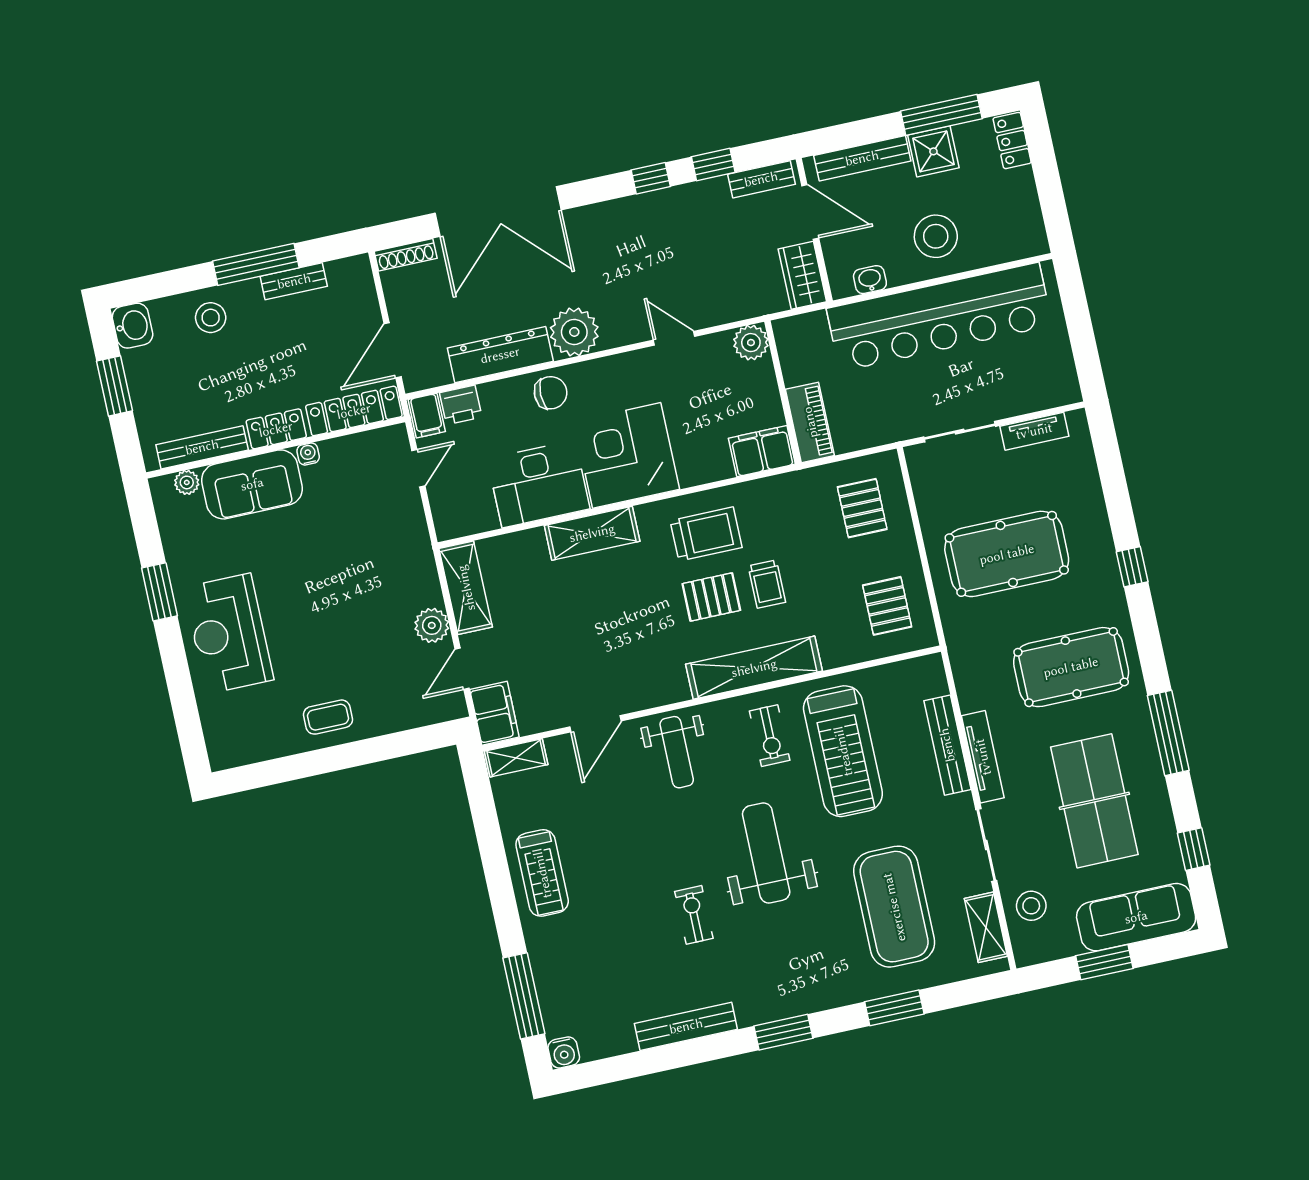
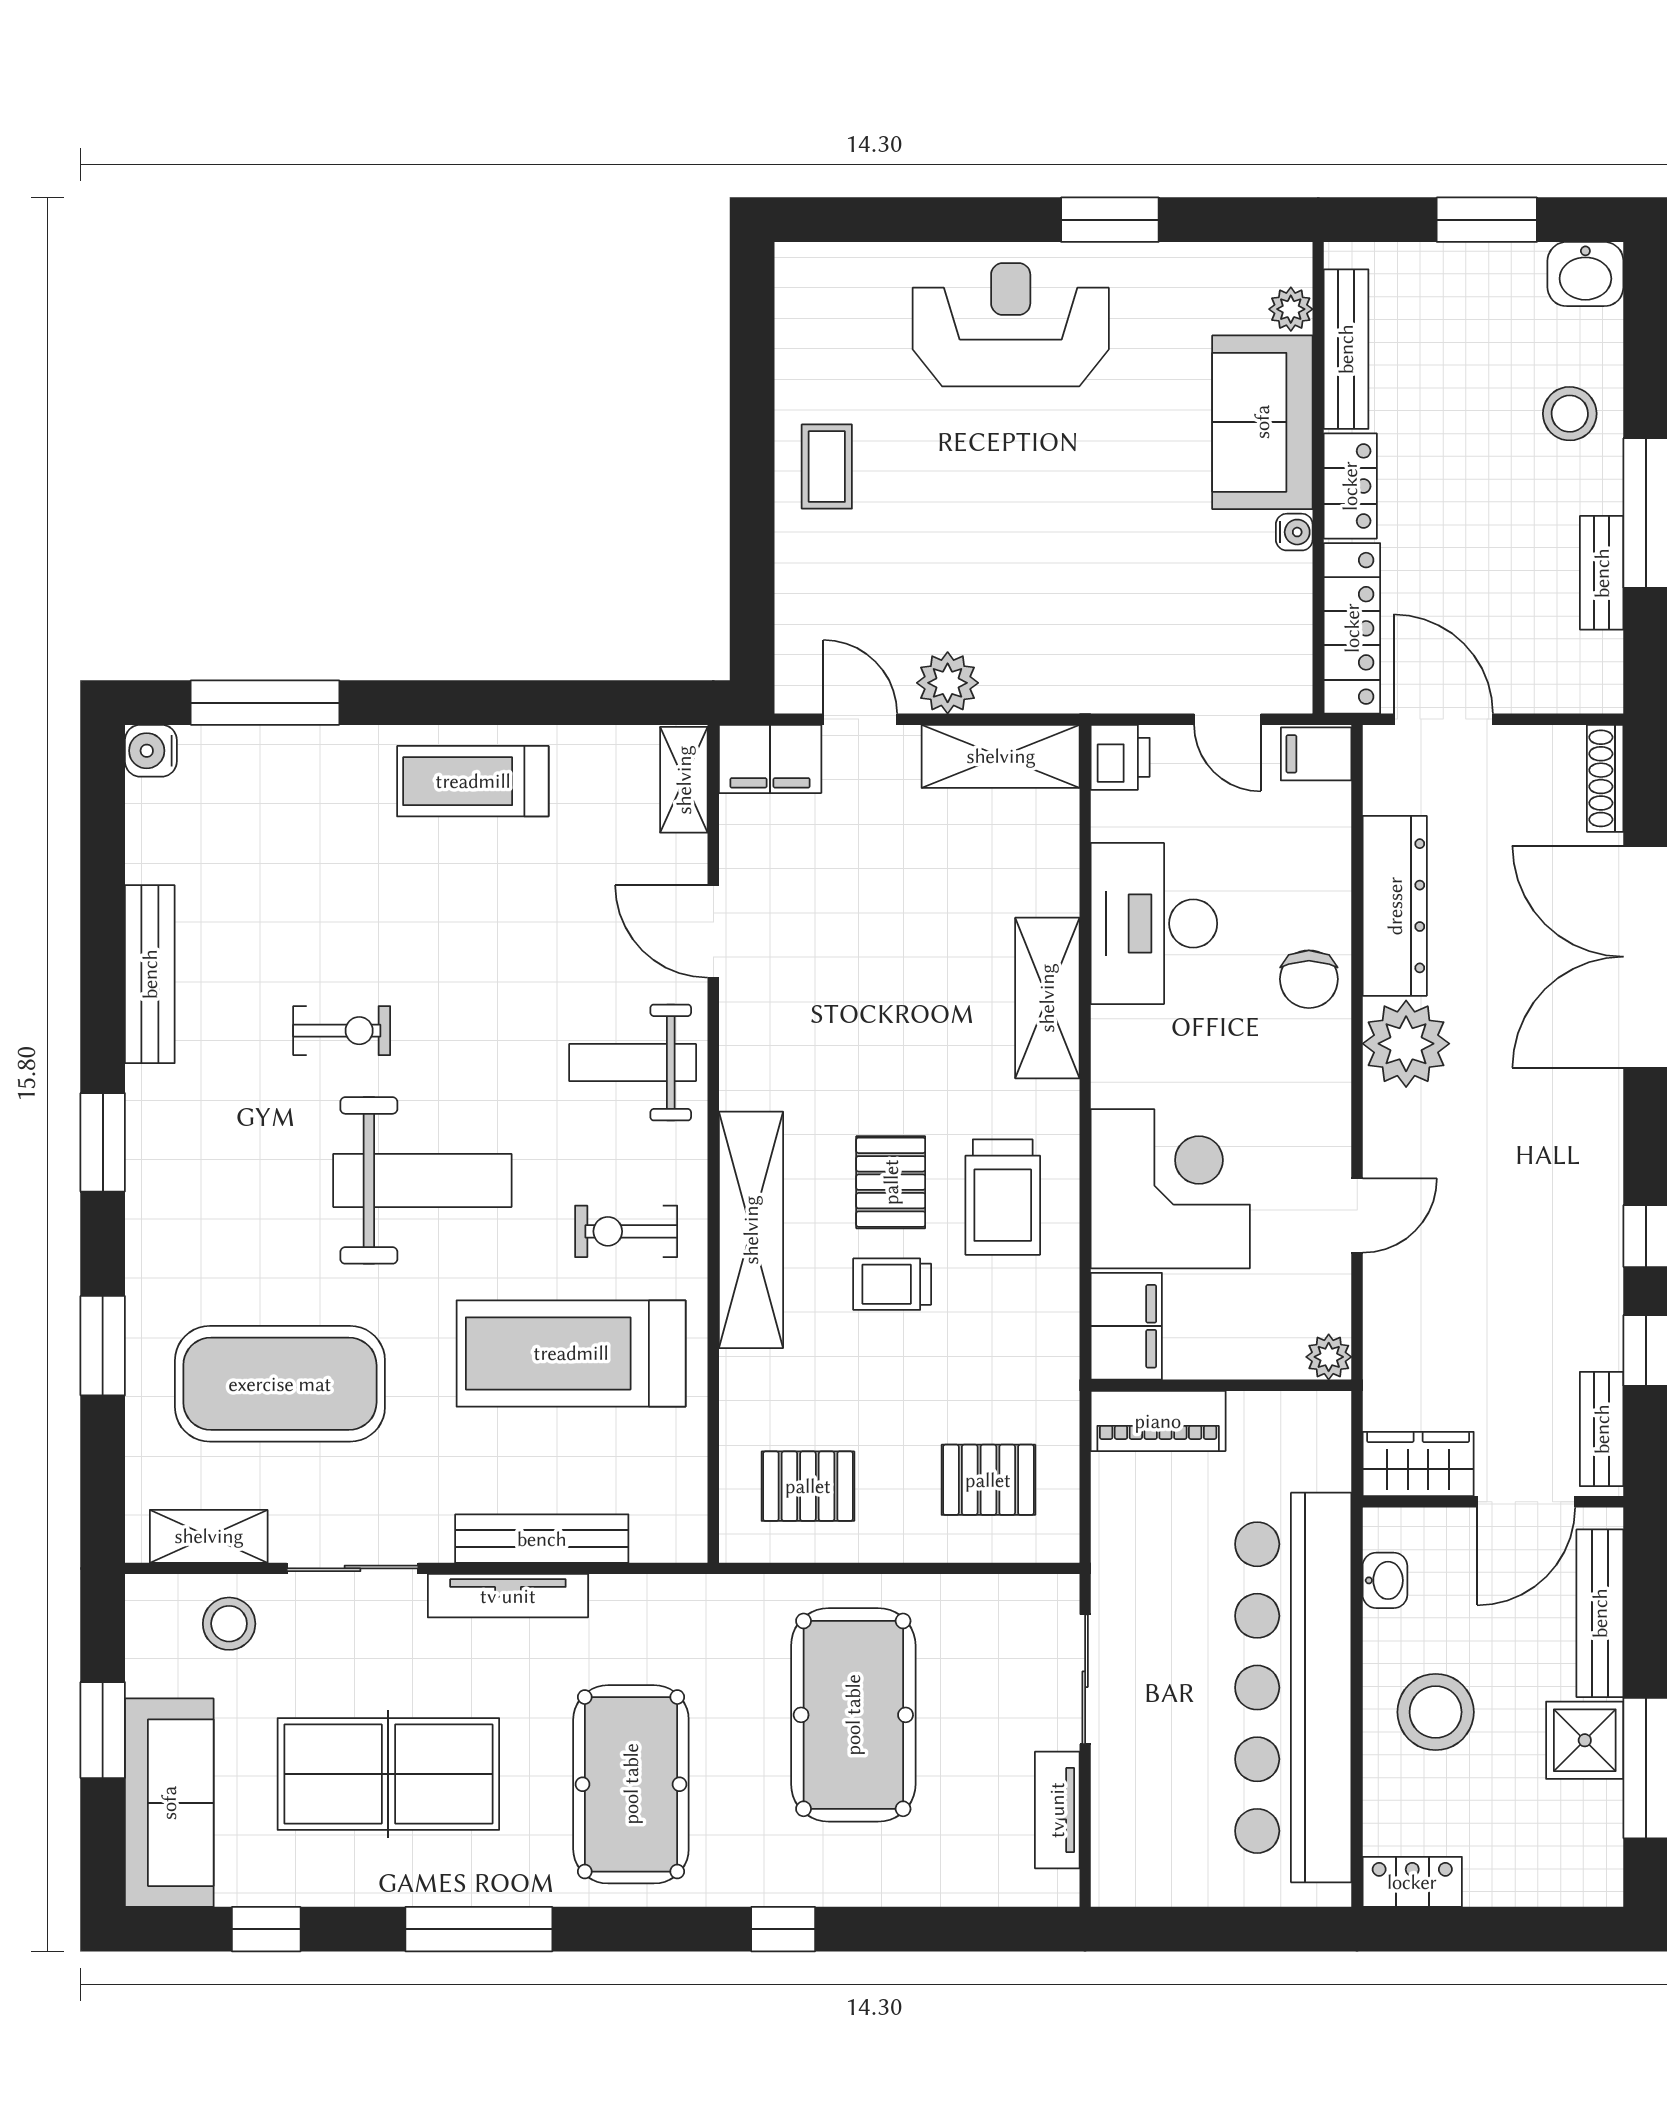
locker: (1012, 141) -> (1412, 1882), moved
plant: (751, 343) -> (1329, 1357), width x0.73, depth x0.73
printer: (461, 405) -> (1120, 757), moved, turned 180
corner desk: (627, 455) -> (1170, 1189), moved

